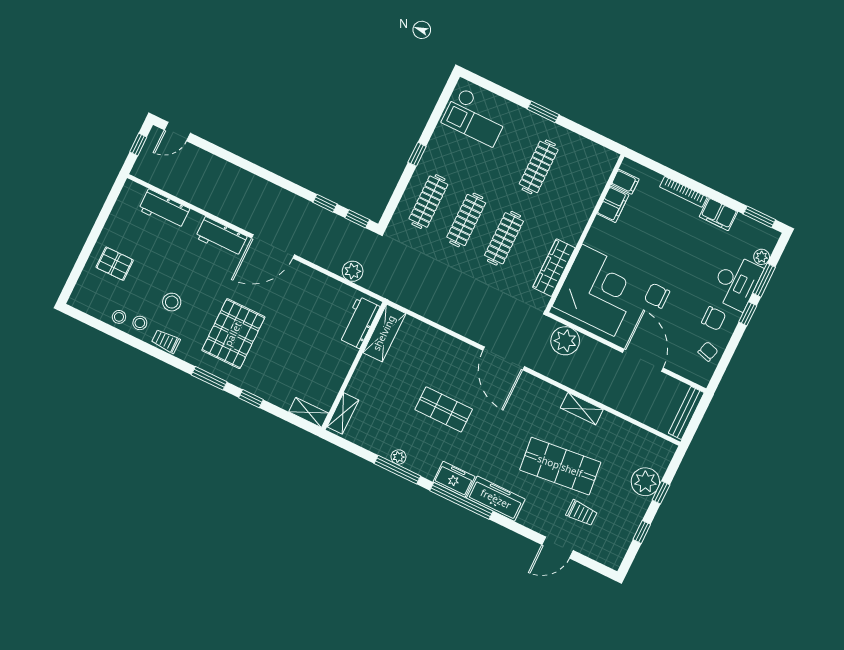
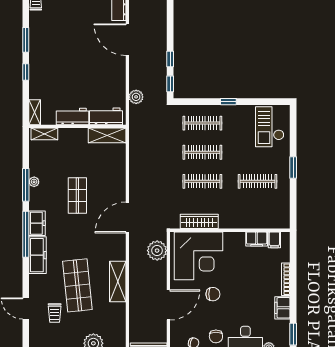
chair: (657, 296) -> (213, 294), turned 90
pallet: (233, 334) -> (61, 41), removed
workbench: (338, 366) -> (72, 117), added
shelving: (582, 409) -> (118, 281), width x1.50, depth x1.33

